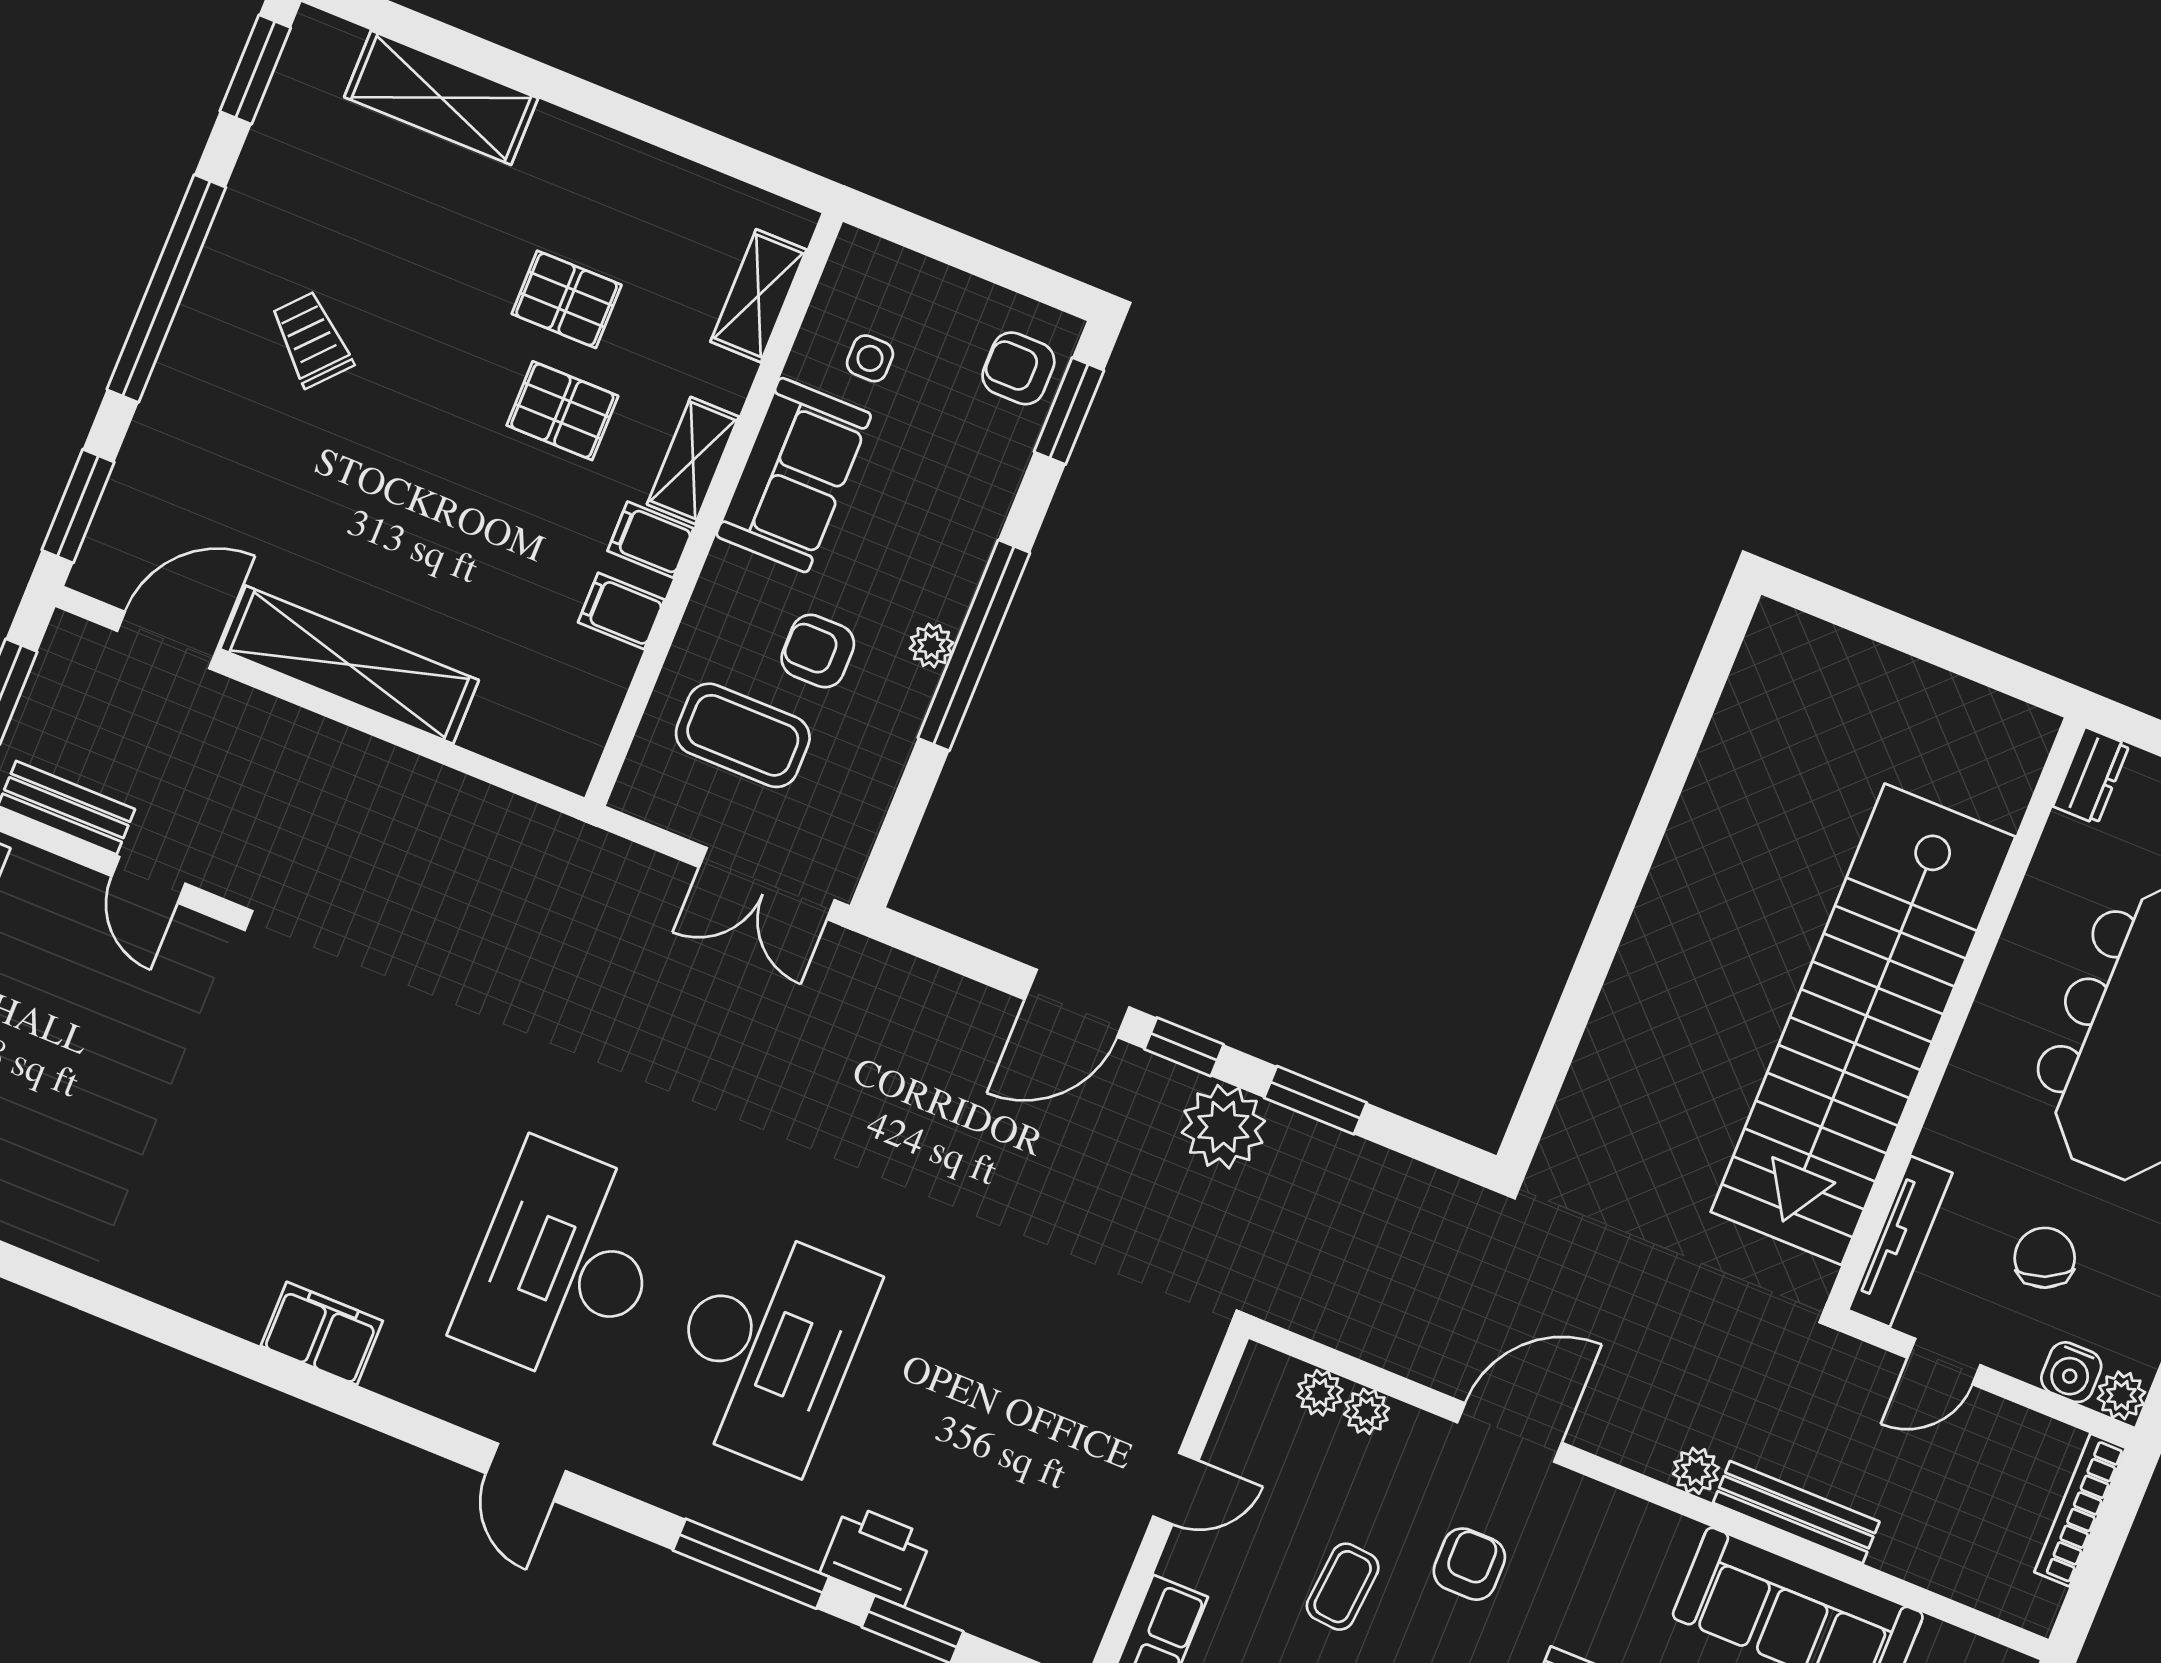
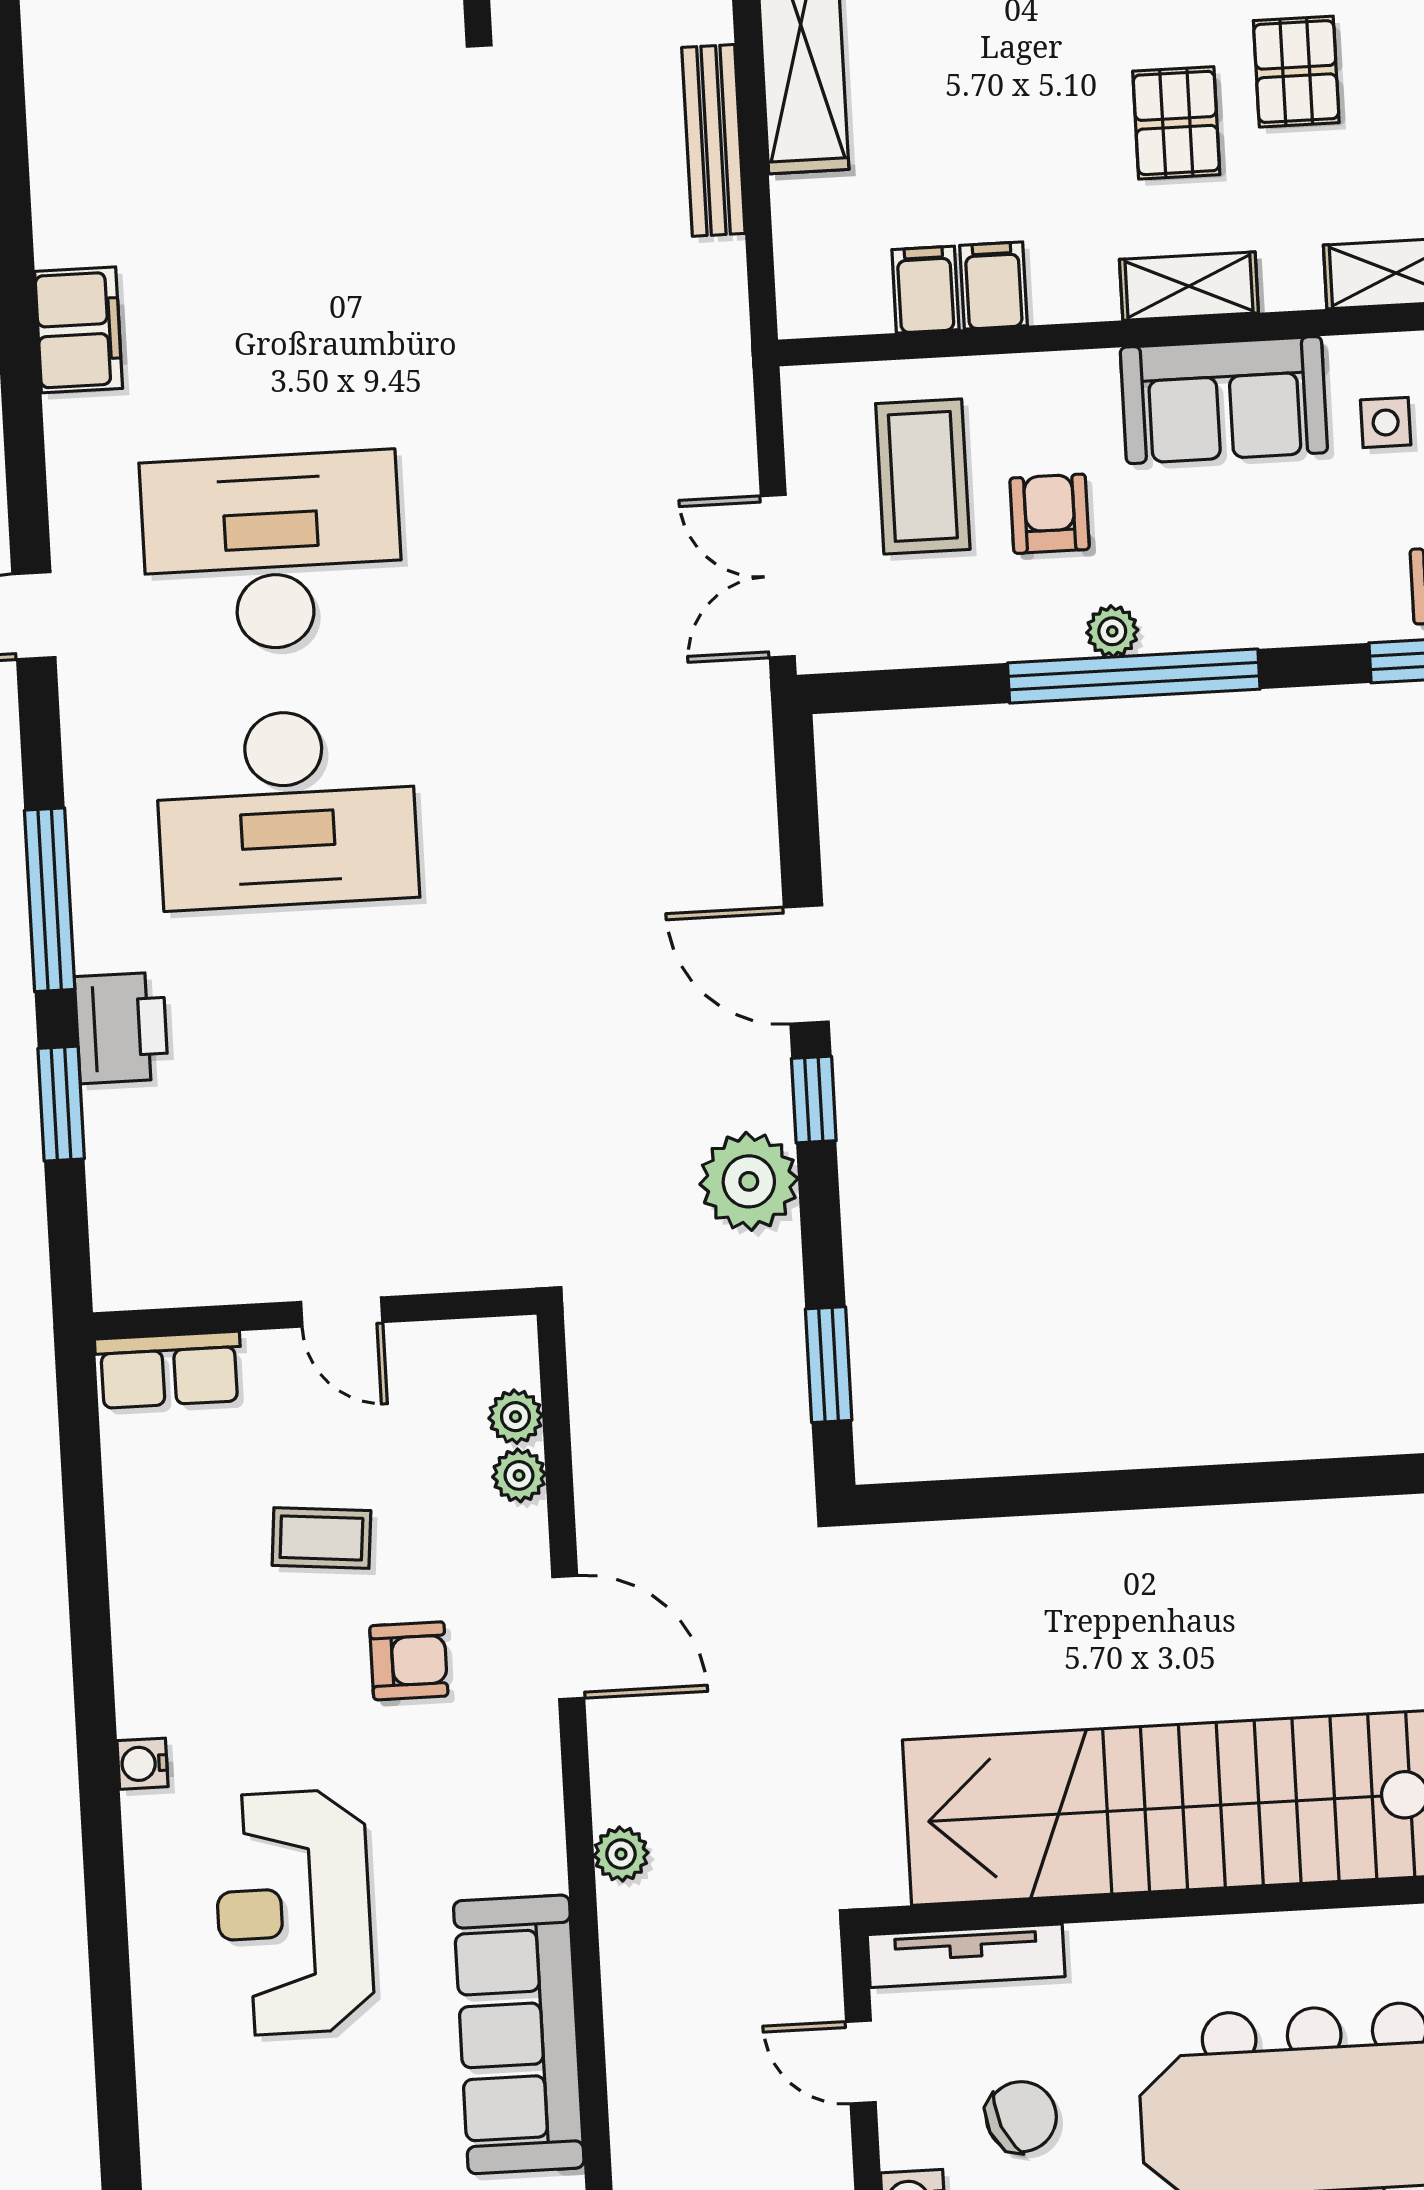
filing cabinet: (650, 540) -> (925, 290), moved
window: (1315, 1100) -> (829, 1365), moved
bench: (1796, 1512) -> (713, 140), moved

